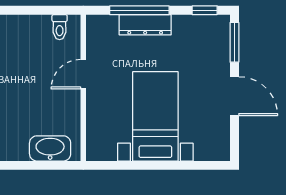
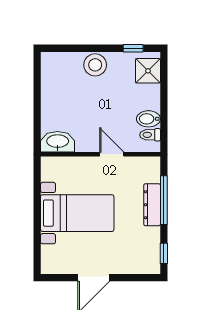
bidet: (40, 29) -> (148, 119), added
window: (234, 42) -> (138, 278), removed
washbasin: (50, 148) -> (58, 142), moved, turned -90

